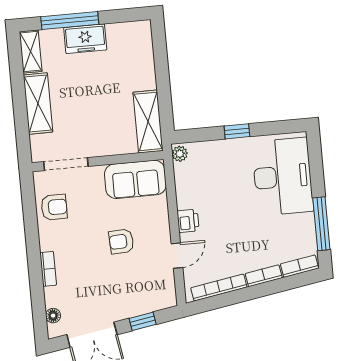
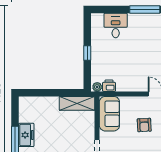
desk: (283, 177) -> (116, 25), width x0.53, depth x0.77
printer: (188, 221) -> (109, 86), moved

